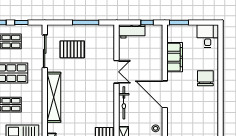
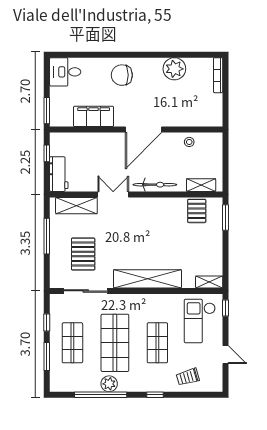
shelving: (108, 44) -> (76, 206), added
plant: (210, 117) -> (174, 69), added

